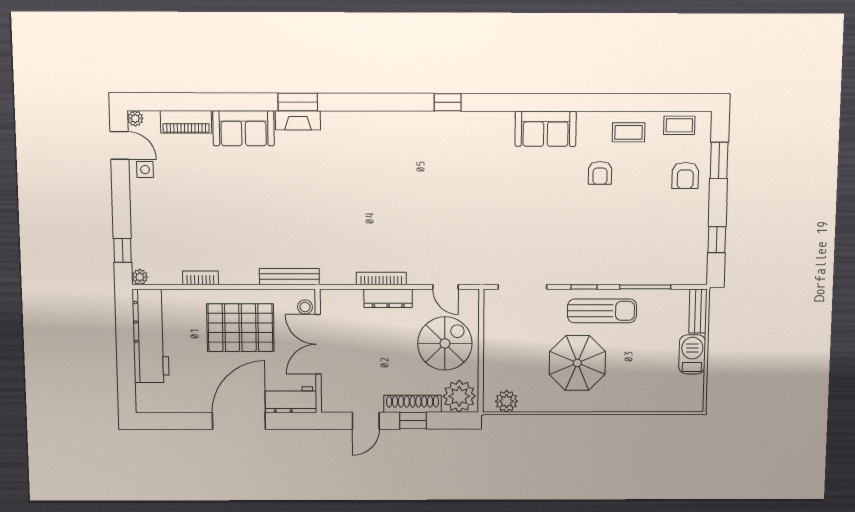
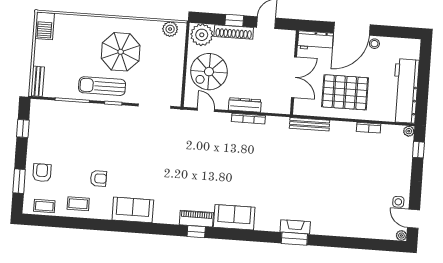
piano: (186, 122) -> (196, 219), moved
sofa: (244, 128) -> (234, 217), moved
armchair: (600, 173) -> (98, 178), turned 90
stool: (305, 307) -> (374, 44), moved
barbecue: (692, 354) -> (45, 26), moved

